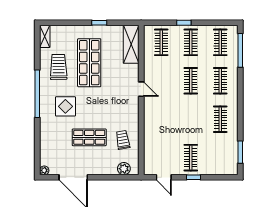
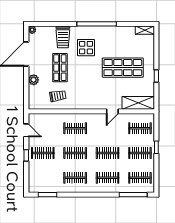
trolley: (59, 67) -> (63, 37), moved, turned 91
door: (141, 89) -> (112, 111), moved
clothes rail: (161, 119) -> (75, 128), added
clothes rail: (191, 119) -> (75, 153), added
plant: (124, 169) -> (34, 80), moved
door: (164, 177) -> (26, 130), swing flipped

